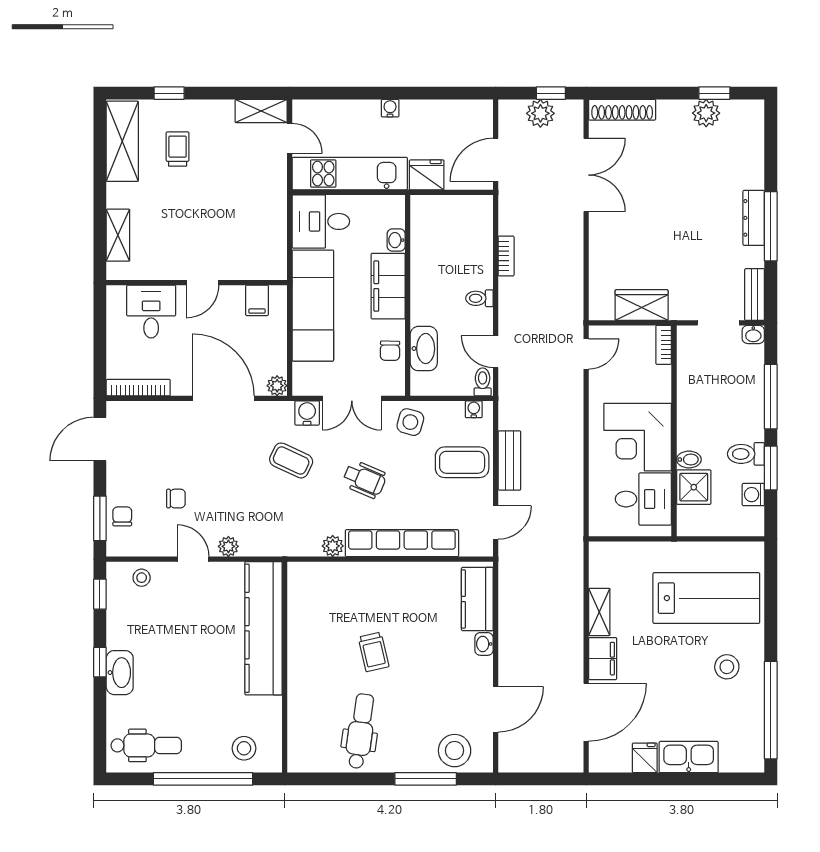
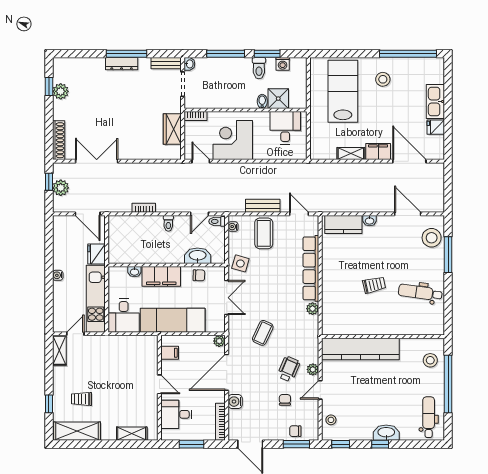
window: (100, 338) -> (192, 444), added
water cooler: (307, 413) -> (235, 402), moved
corner desk: (638, 437) -> (233, 140), moved, turned 180
wheelchair: (365, 479) -> (289, 369), moved

